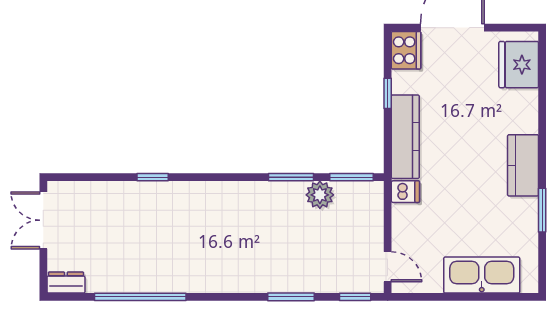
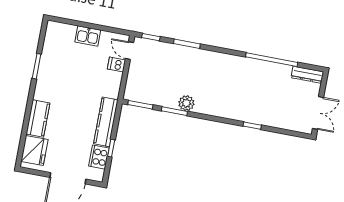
cooker: (406, 50) -> (99, 157), moved
kitchen counter: (523, 165) -> (38, 118), moved
dishwasher: (405, 192) -> (116, 64), moved
plant: (320, 195) -> (186, 103), moved
kitchen sink: (482, 275) -> (88, 36), width x0.53, depth x0.81
dresser: (66, 283) -> (307, 75), width x1.44

